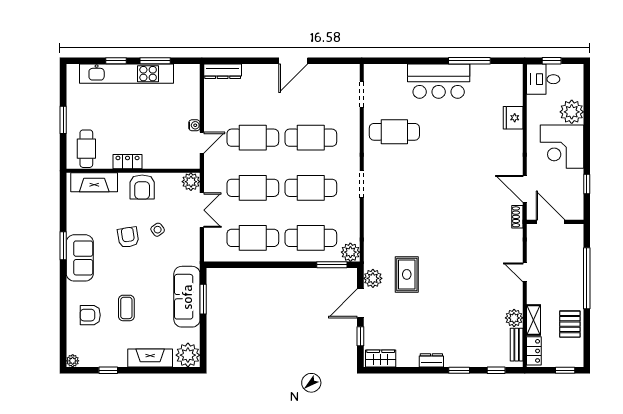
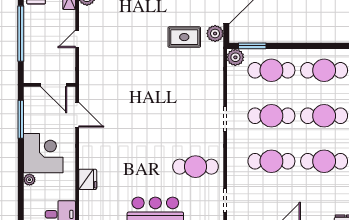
plant: (572, 112) -> (29, 180), width x0.53, depth x0.53
window: (587, 184) -> (21, 119), width x2.17
shoe rack: (517, 217) -> (84, 89), removed
door: (525, 272) -> (77, 39), swing flipped
rug: (407, 274) -> (184, 37), turned 90

